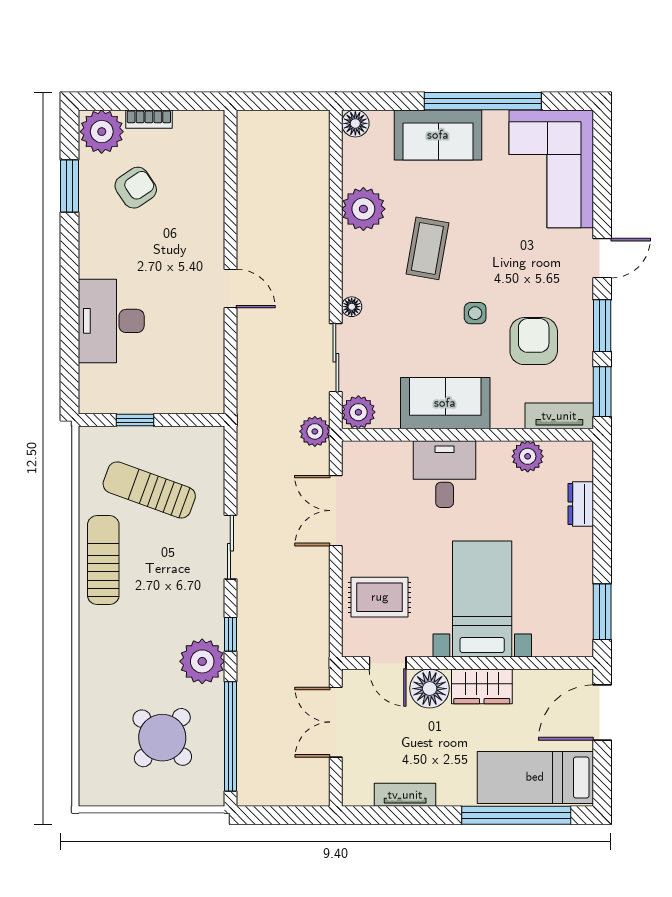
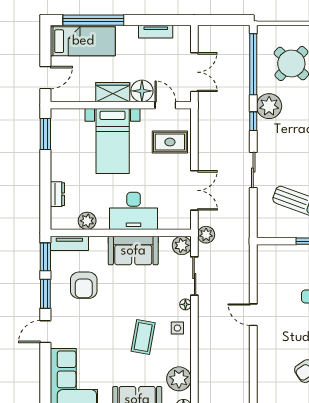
plant: (363, 209) -> (179, 379), moved
side table: (475, 313) -> (177, 328), moved
desk: (445, 474) -> (134, 211), width x1.37
door: (602, 713) -> (45, 78), width x0.73

